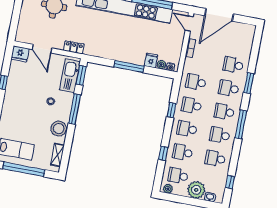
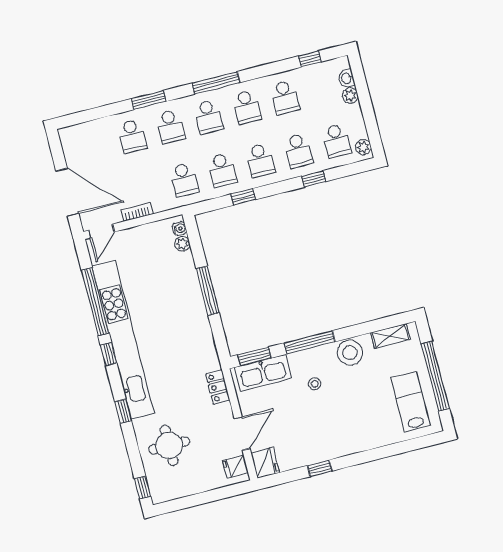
fridge: (151, 60) -> (235, 466), moved
plant: (196, 190) -> (350, 96), width x0.53, depth x0.53

